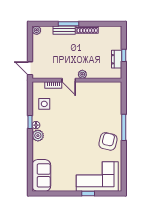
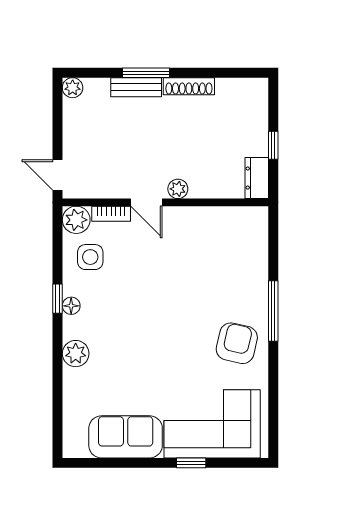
dresser: (117, 59) -> (257, 178), moved
plant: (38, 88) -> (76, 220), added
plant: (38, 136) -> (76, 354), moved
sofa: (41, 175) -> (126, 437), moved, turned -90

